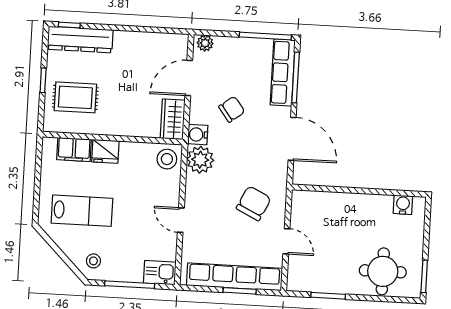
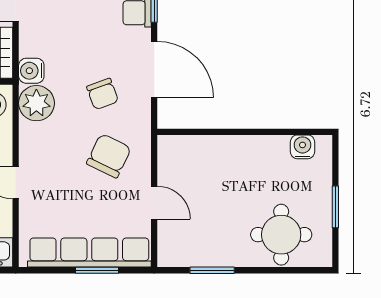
chair: (232, 109) -> (103, 94), moved, turned 107
window: (424, 276) -> (335, 207), moved

